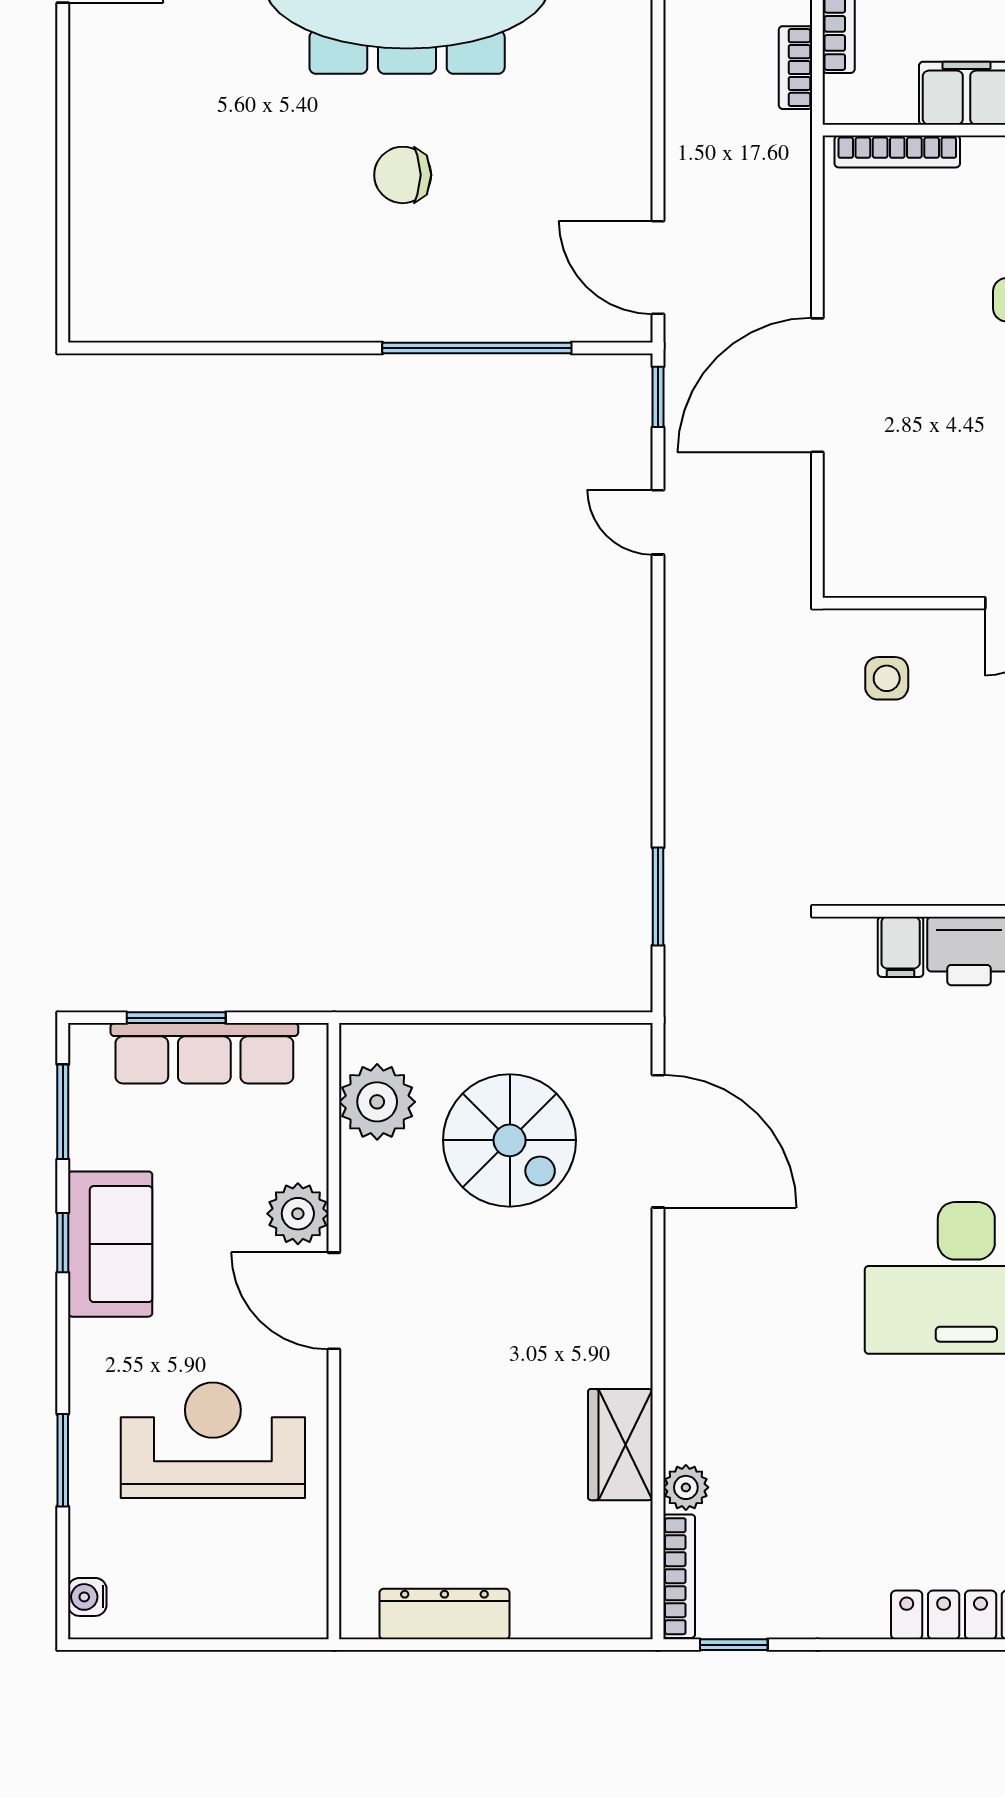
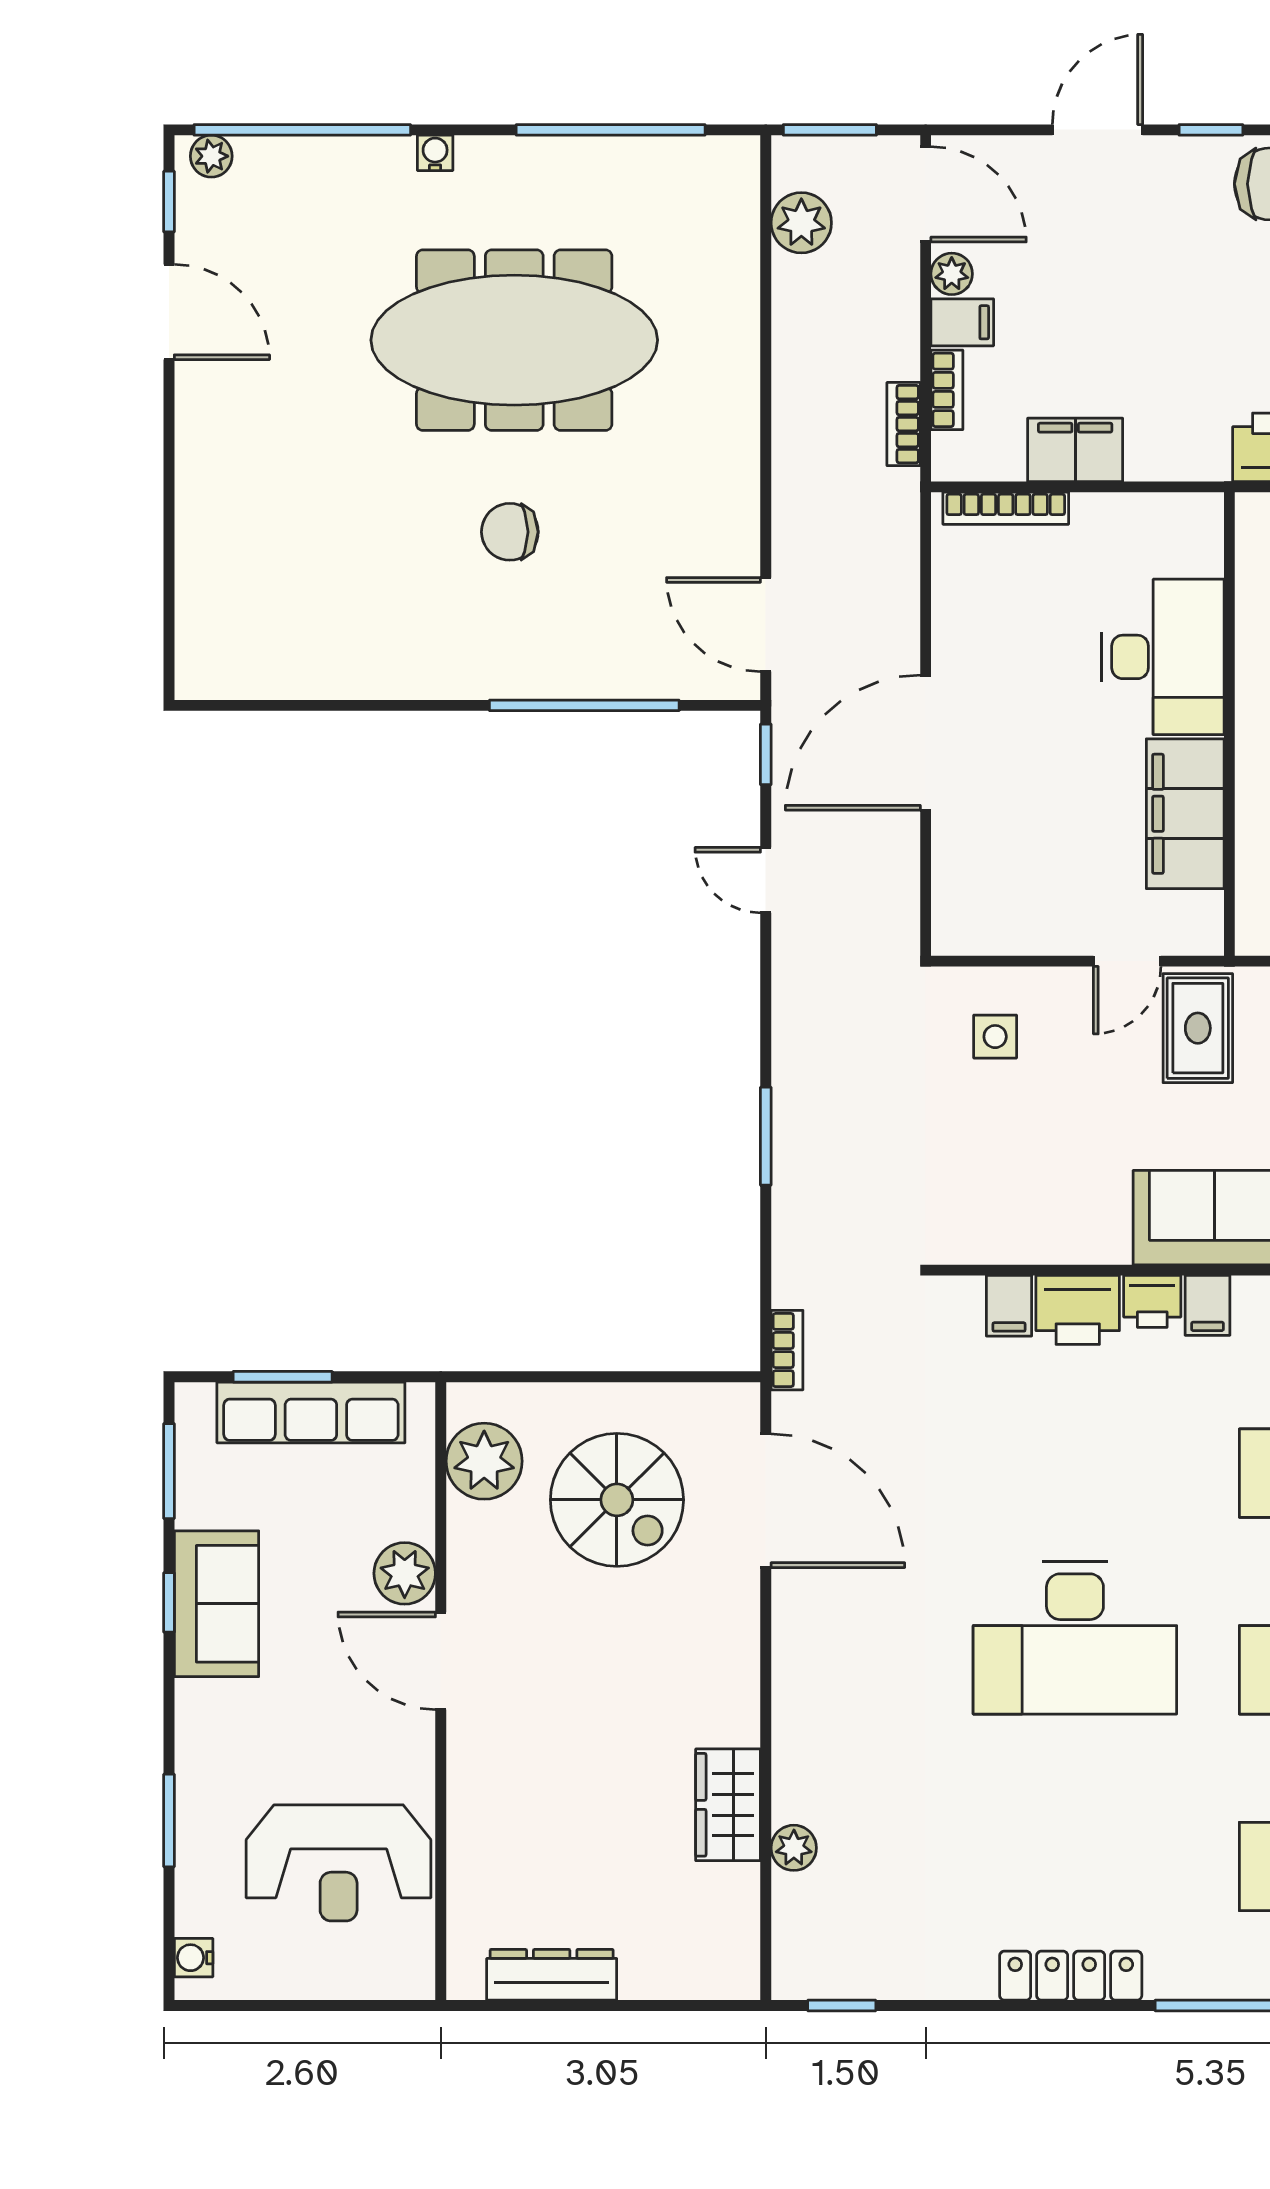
window: (658, 897) -> (766, 1136), moved
reception desk: (213, 1440) -> (339, 1863), moved, turned 180
bookcase: (679, 1576) -> (787, 1350), moved, width x0.64

